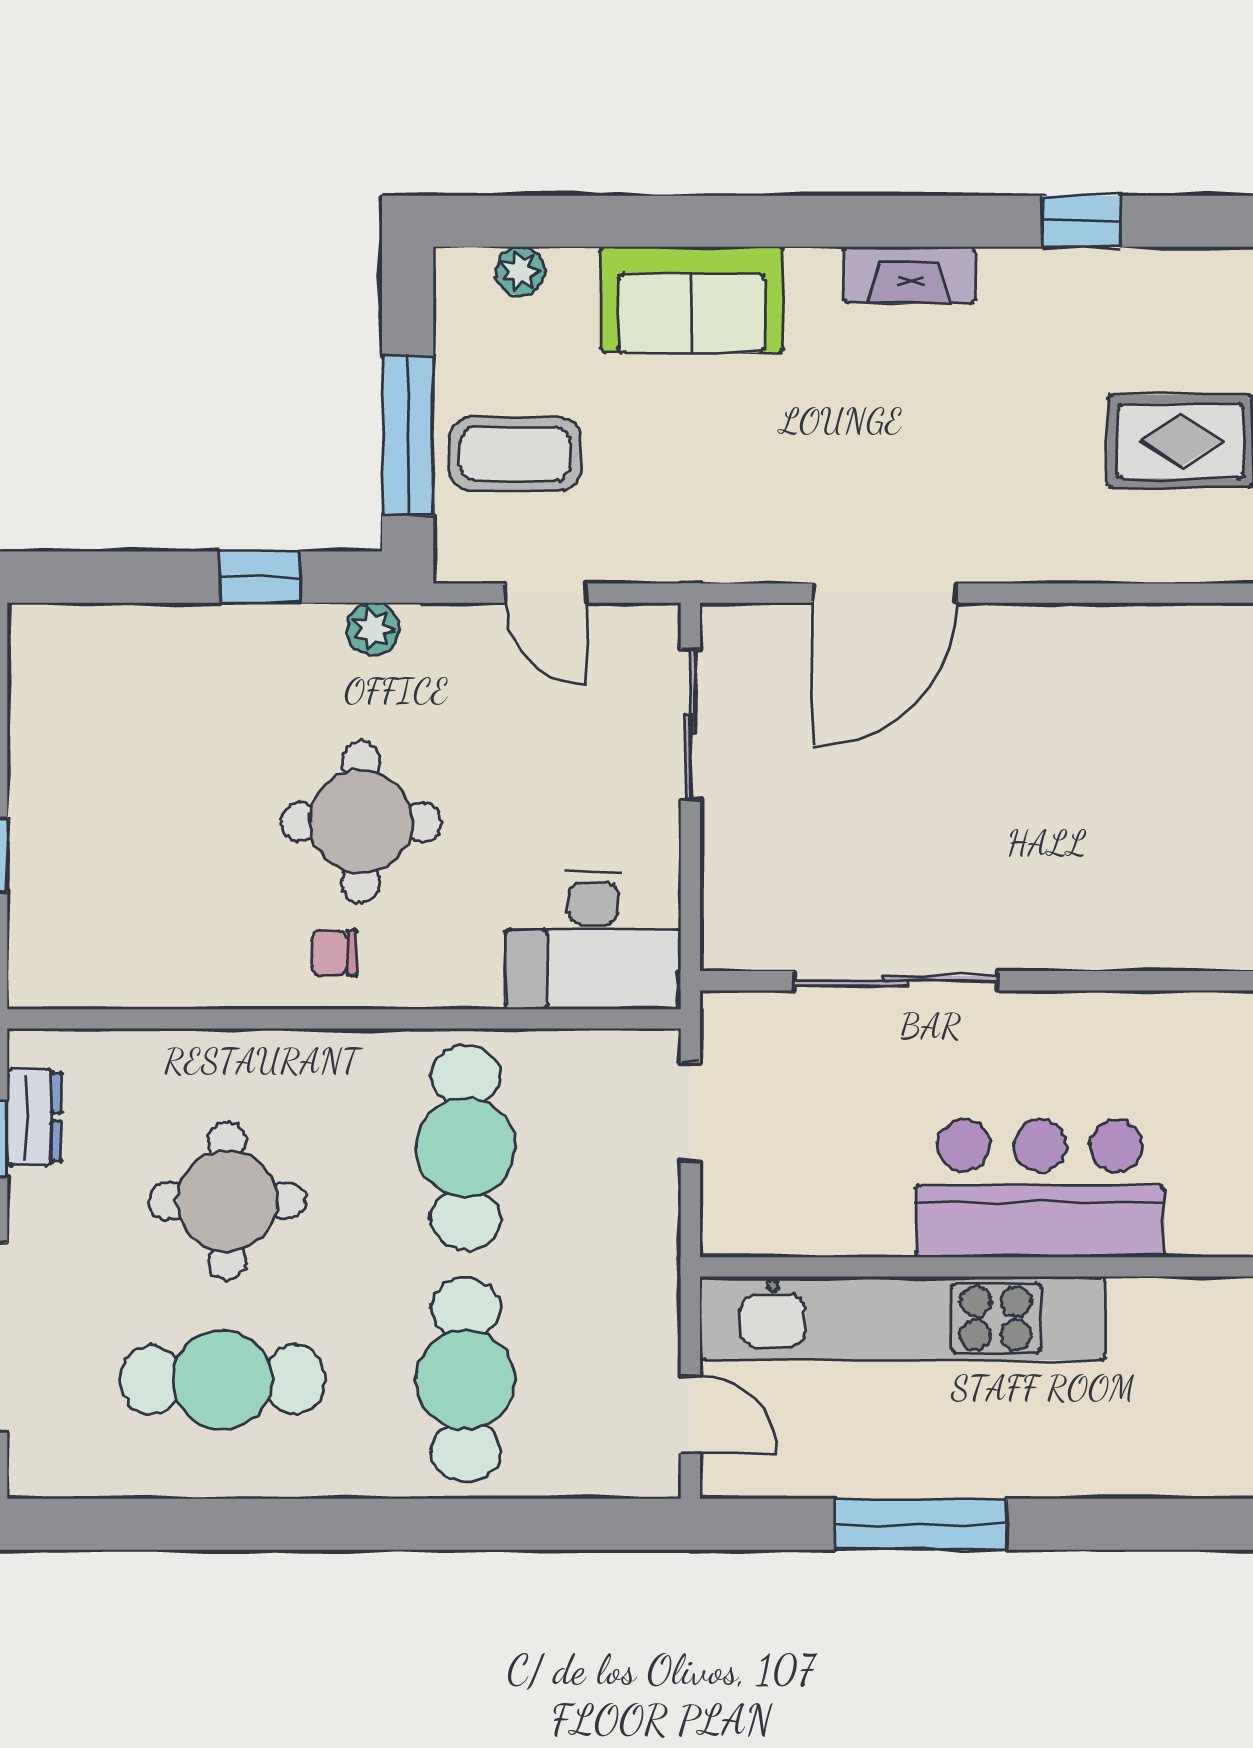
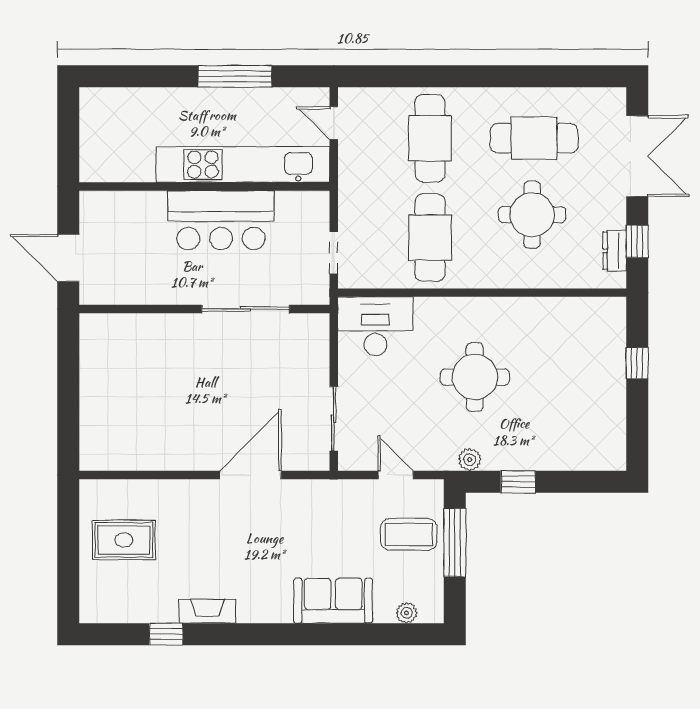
fireplace: (910, 275) -> (207, 611), moved
chair: (334, 953) -> (486, 321), removed
bar counter: (1040, 1188) -> (221, 220), moved

